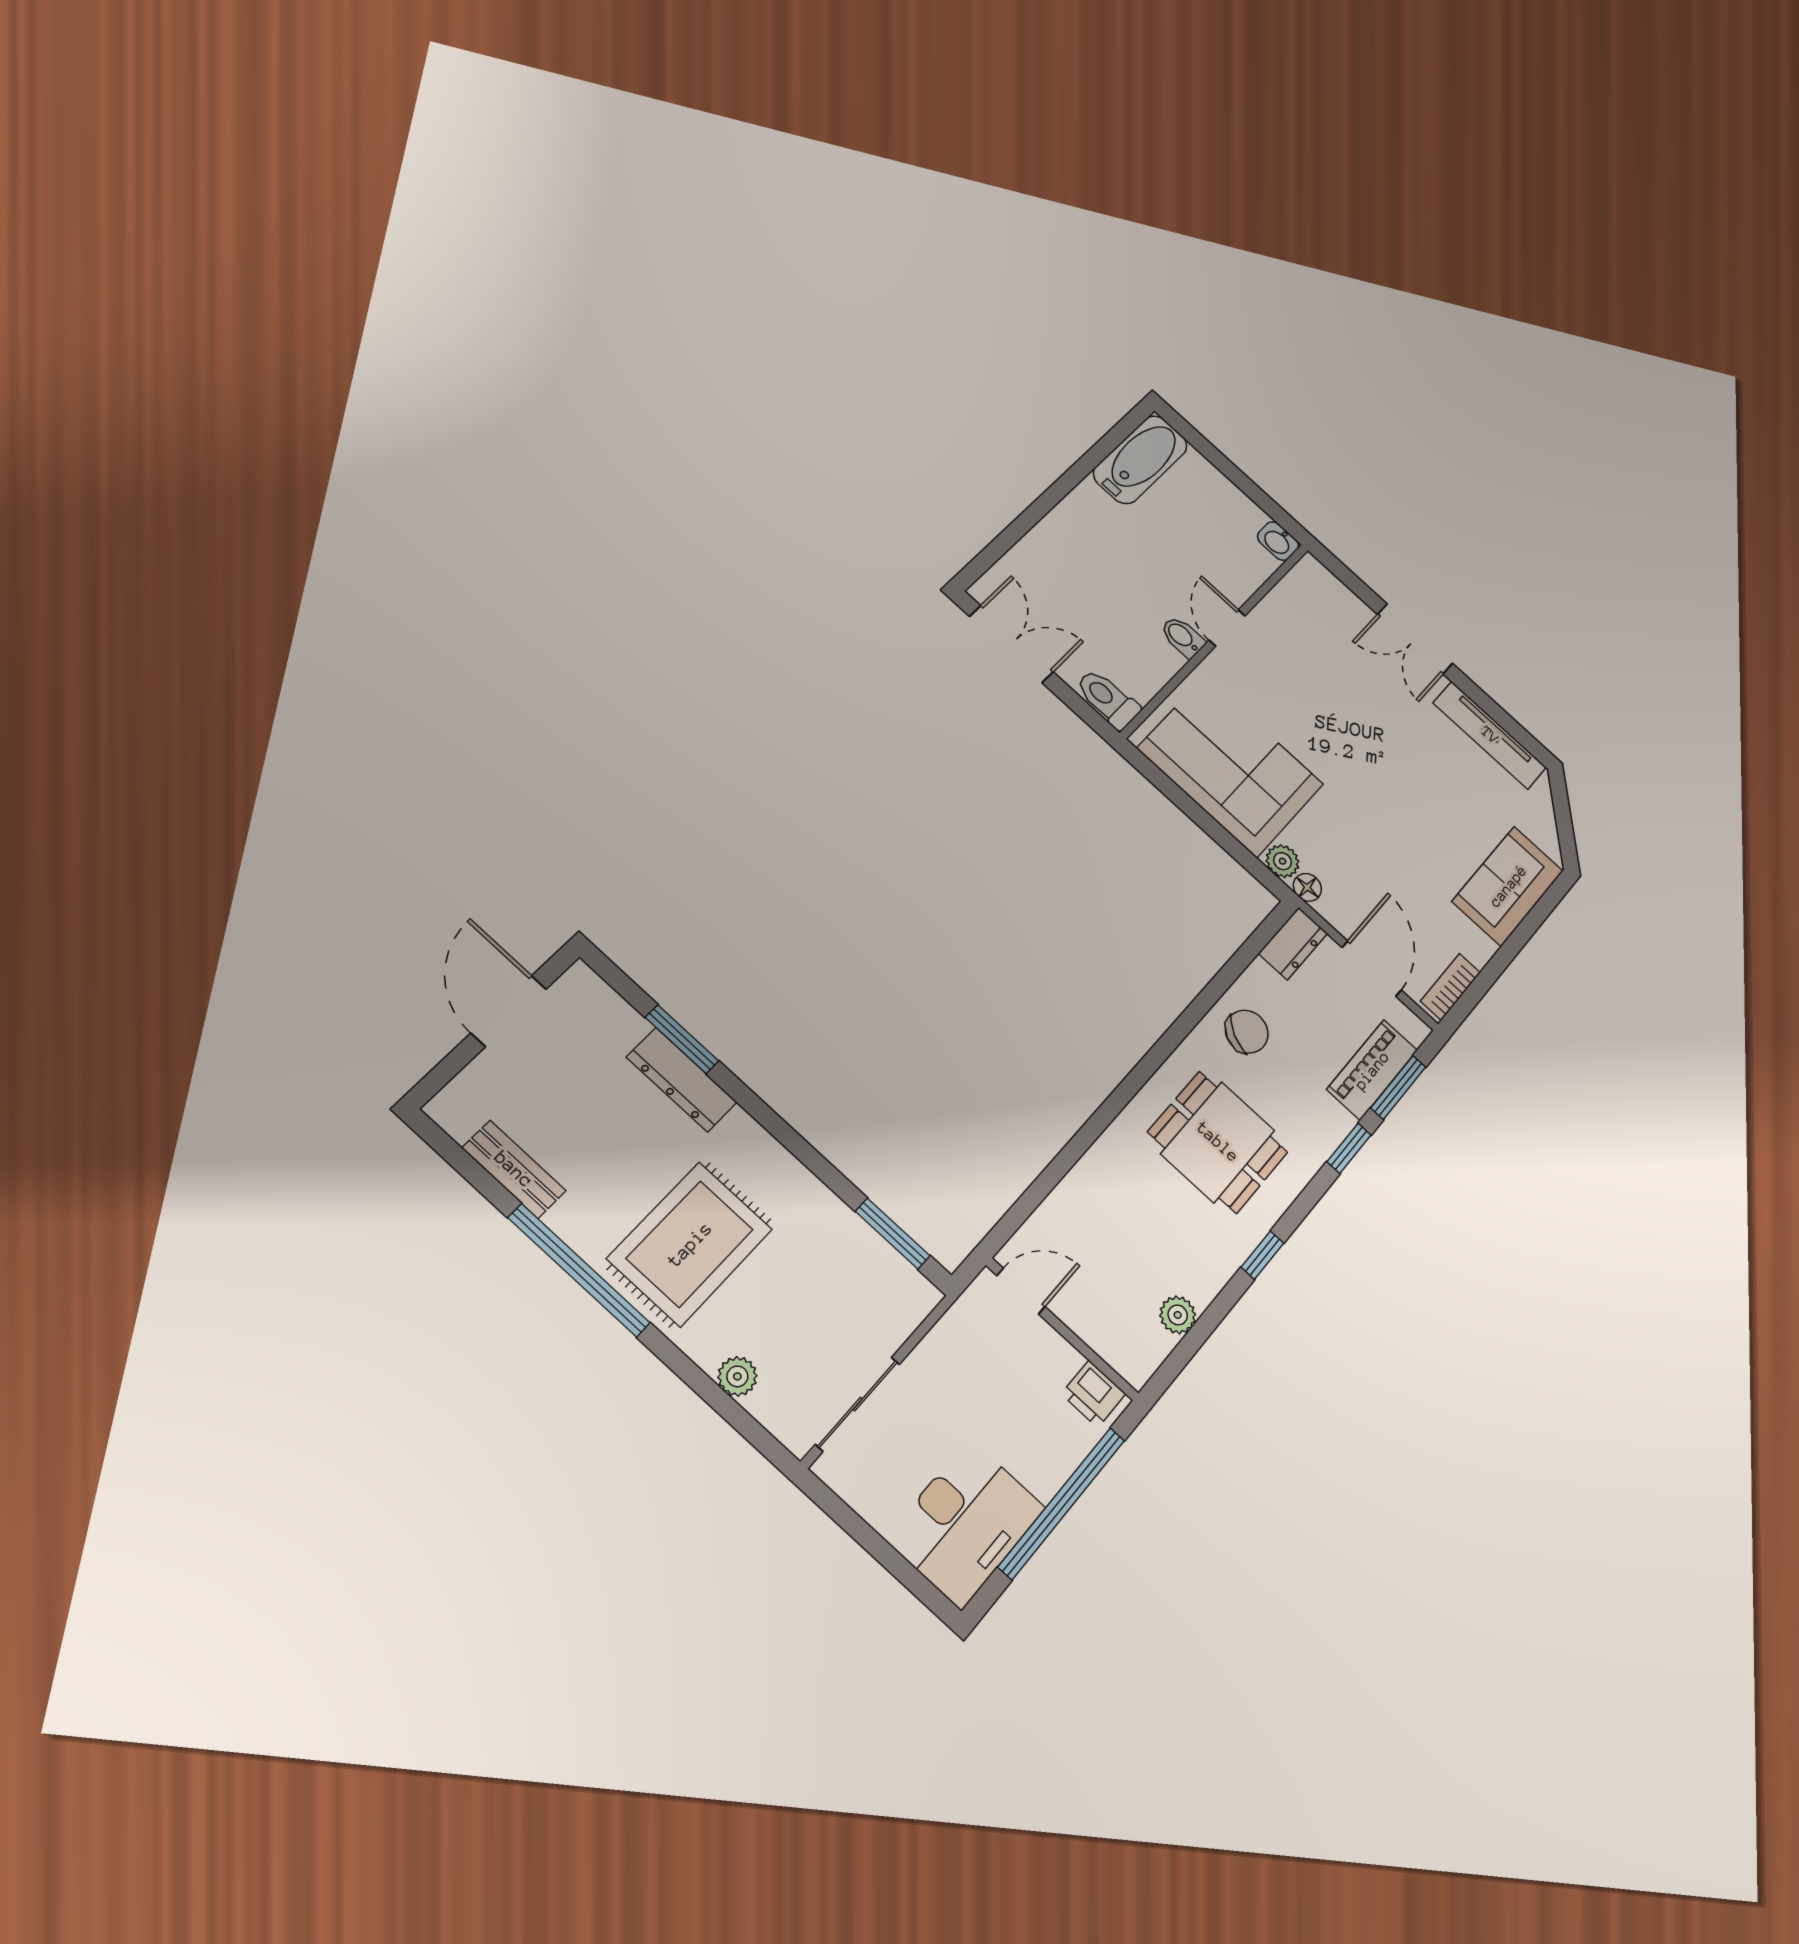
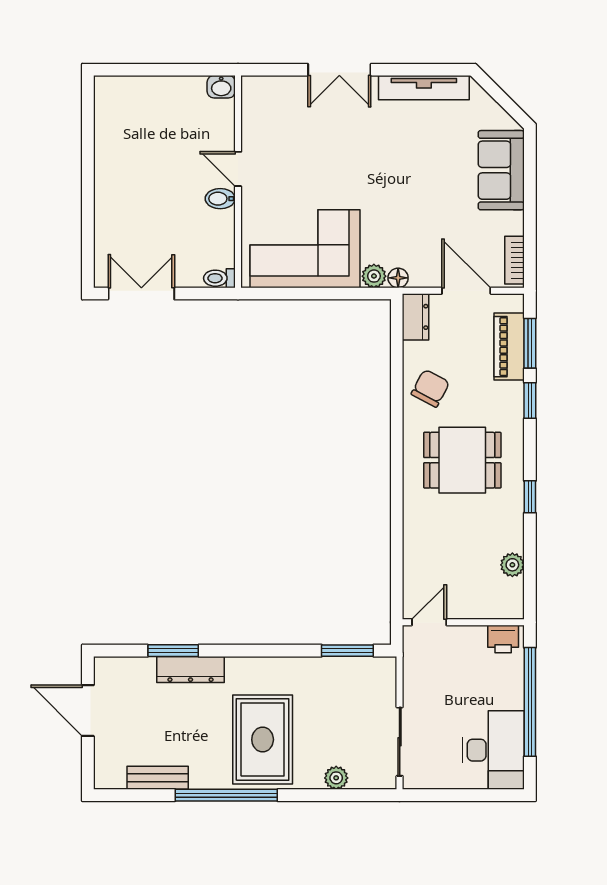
bathtub: (1140, 460) -> (112, 114), removed
toilet: (1108, 699) -> (219, 278), width x0.73, depth x0.72

